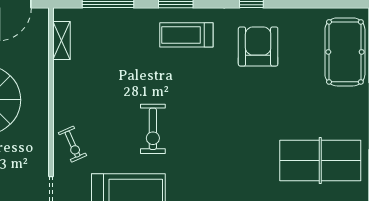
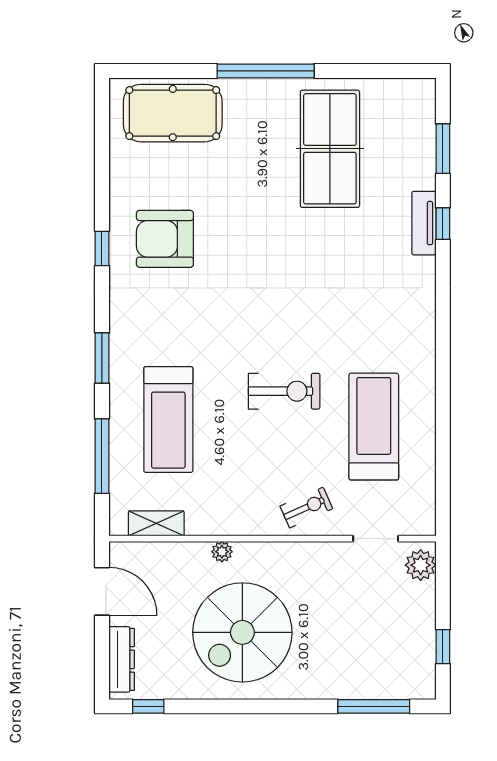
treadmill: (186, 35) -> (168, 419), moved, width x1.37, depth x1.38
plant: (42, 86) -> (222, 552), added

